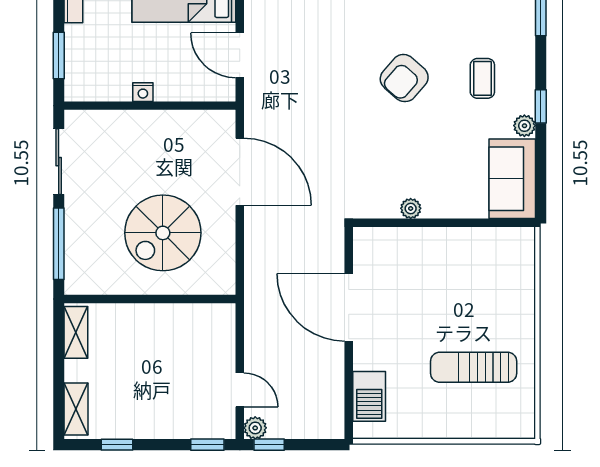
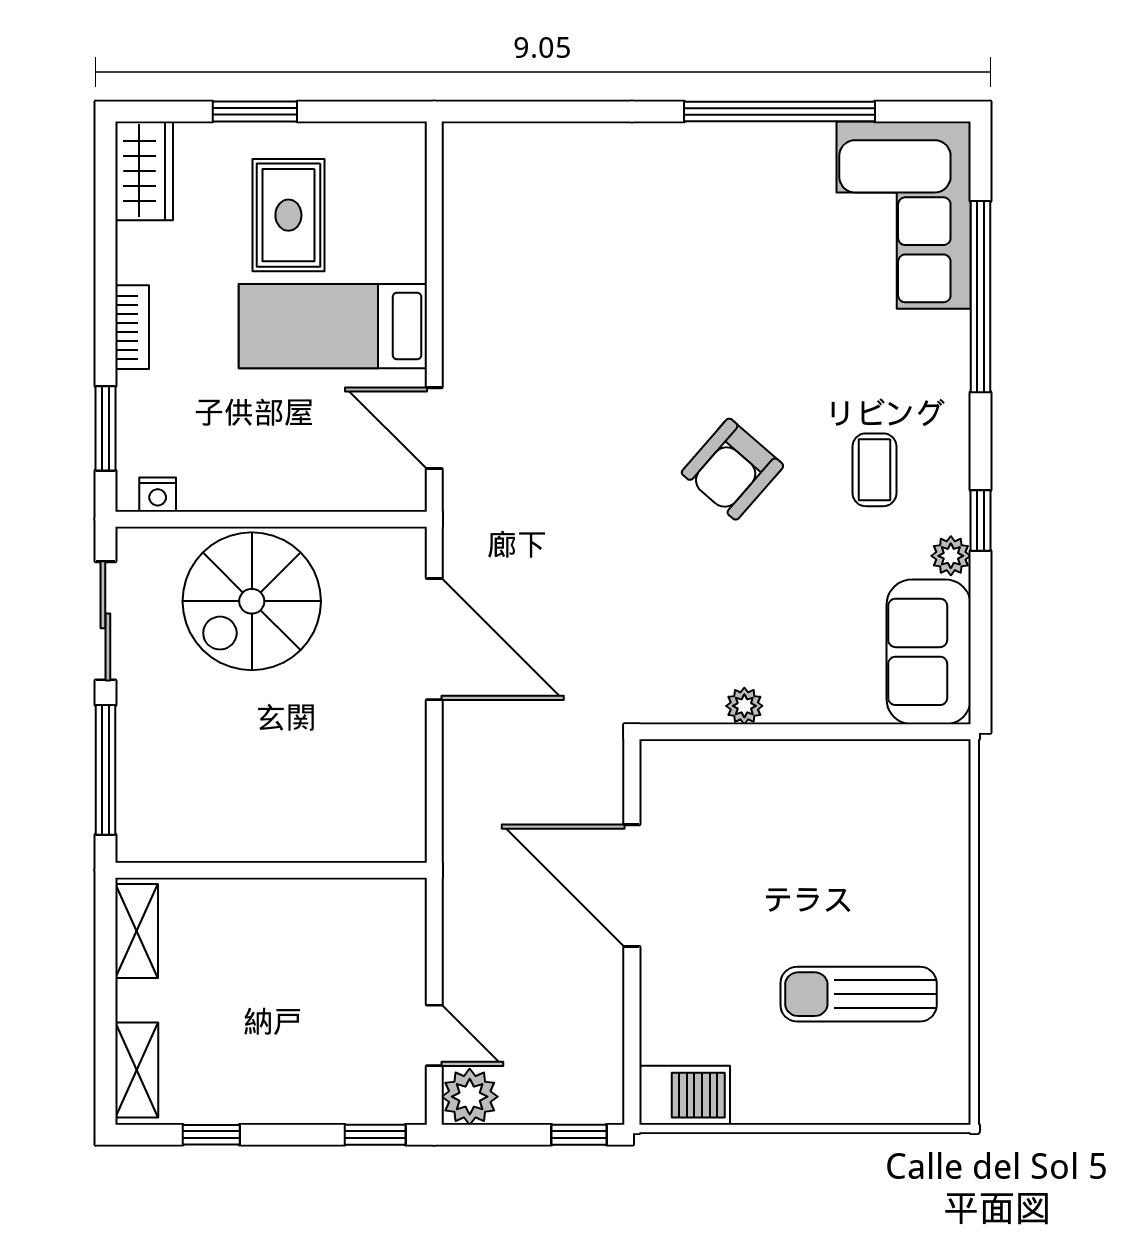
nightstand: (143, 92) -> (158, 495), moved
spiral stairs: (163, 233) -> (252, 601), moved
barbecue: (369, 396) -> (685, 1095), moved, turned -90
plant: (255, 428) -> (470, 1097), width x1.38, depth x1.38
window: (269, 445) -> (579, 1135), moved

